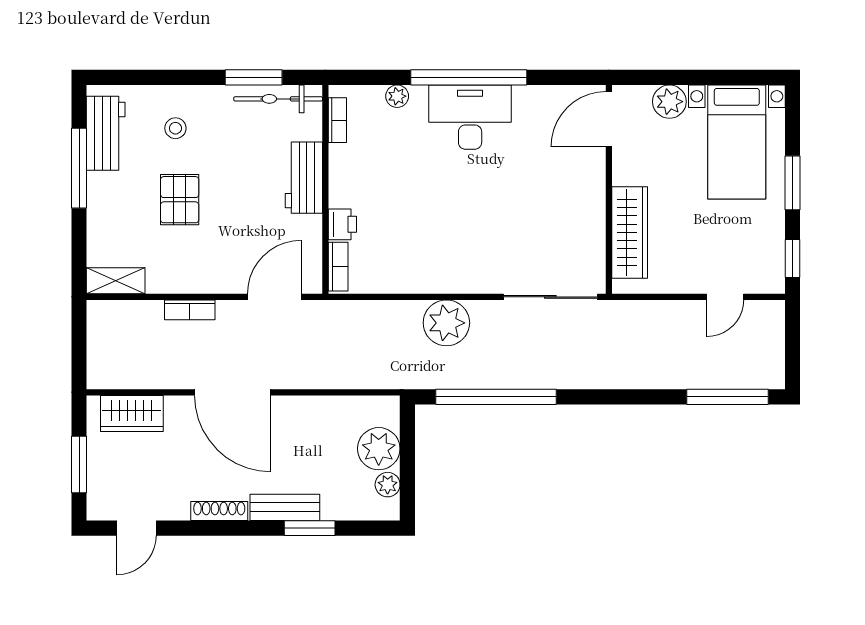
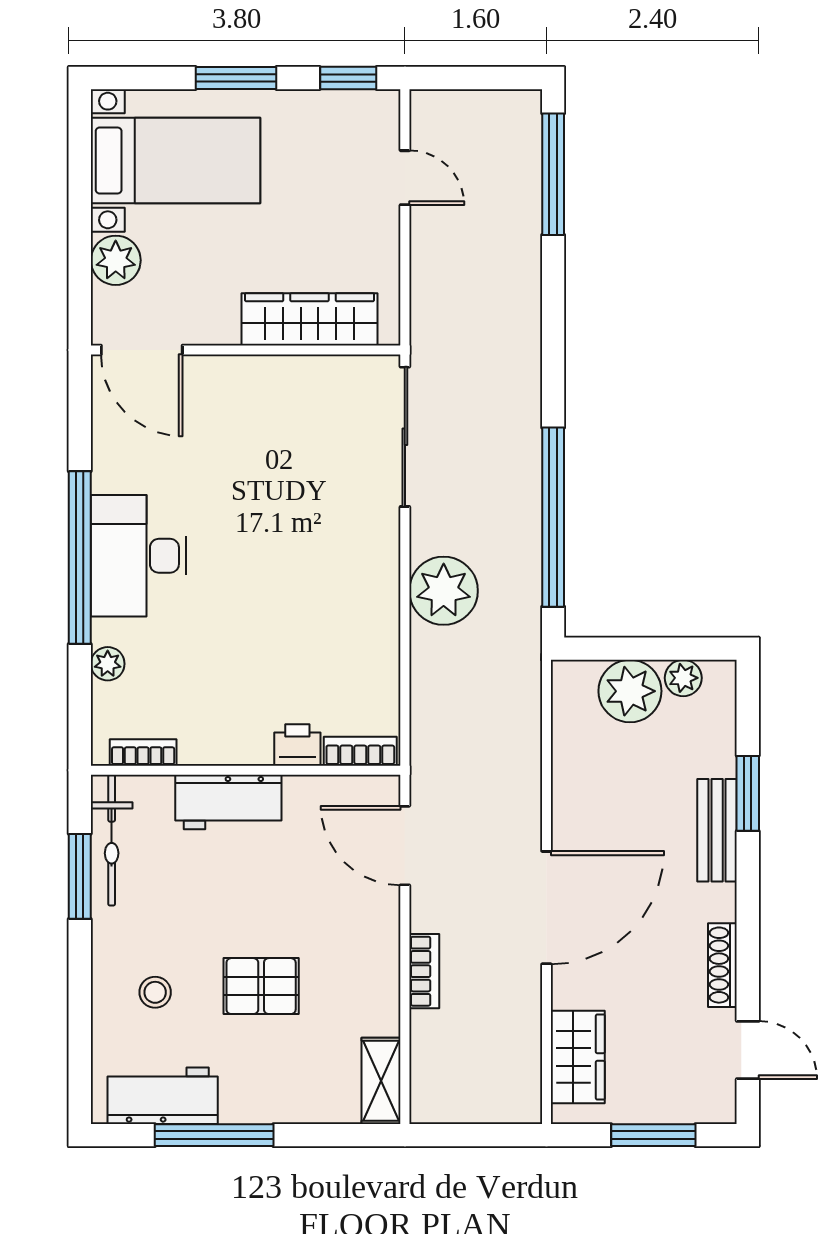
shoe rack: (219, 511) -> (722, 965), moved

